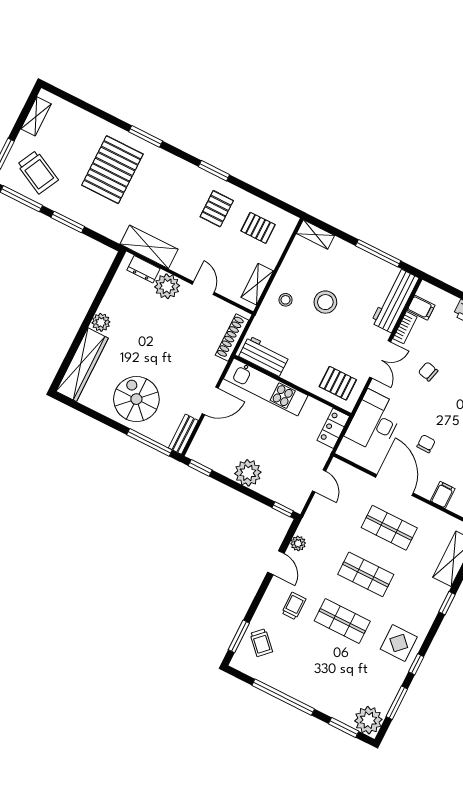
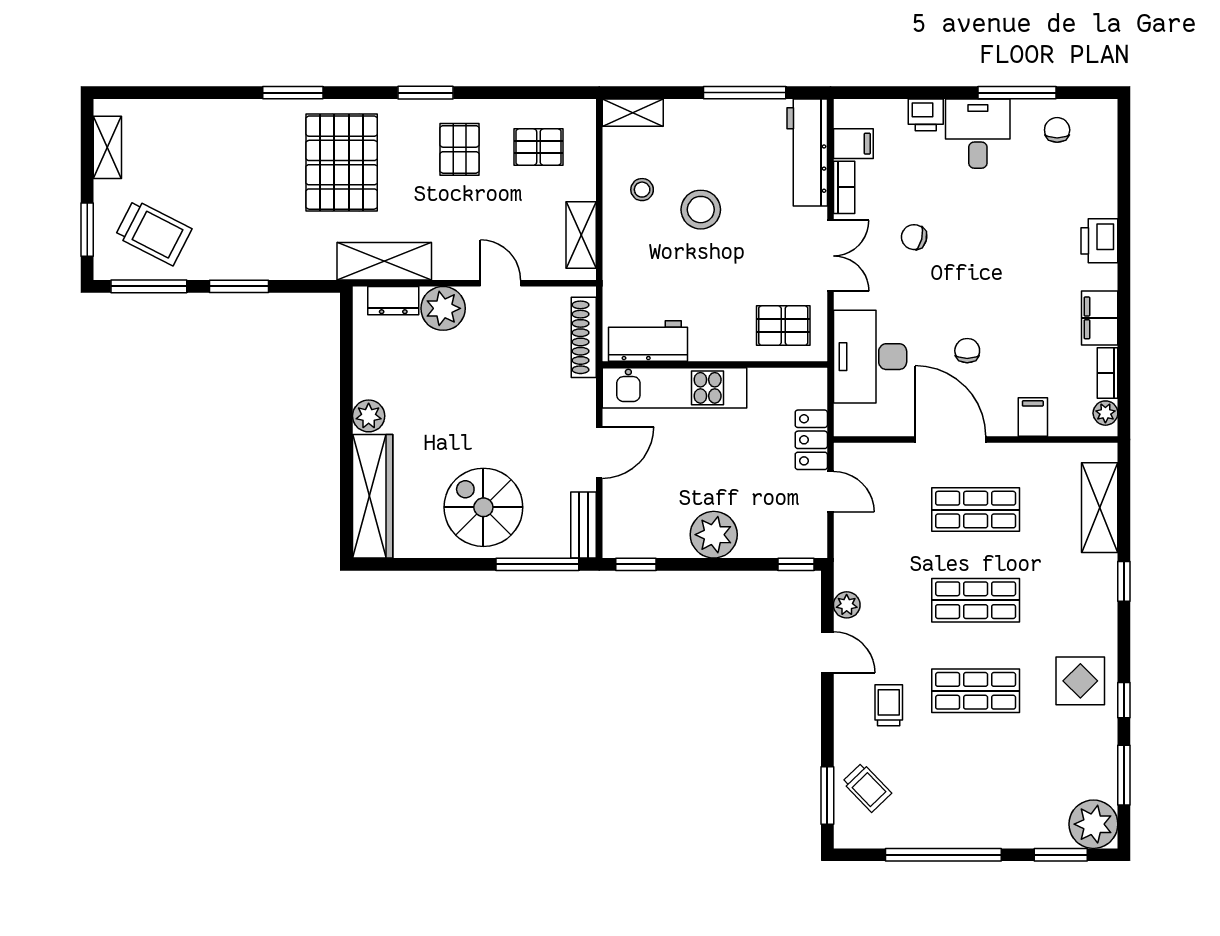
pallet: (112, 170) -> (342, 163), moved
stool: (286, 300) -> (642, 190), moved
locker: (333, 428) -> (811, 440), moved

